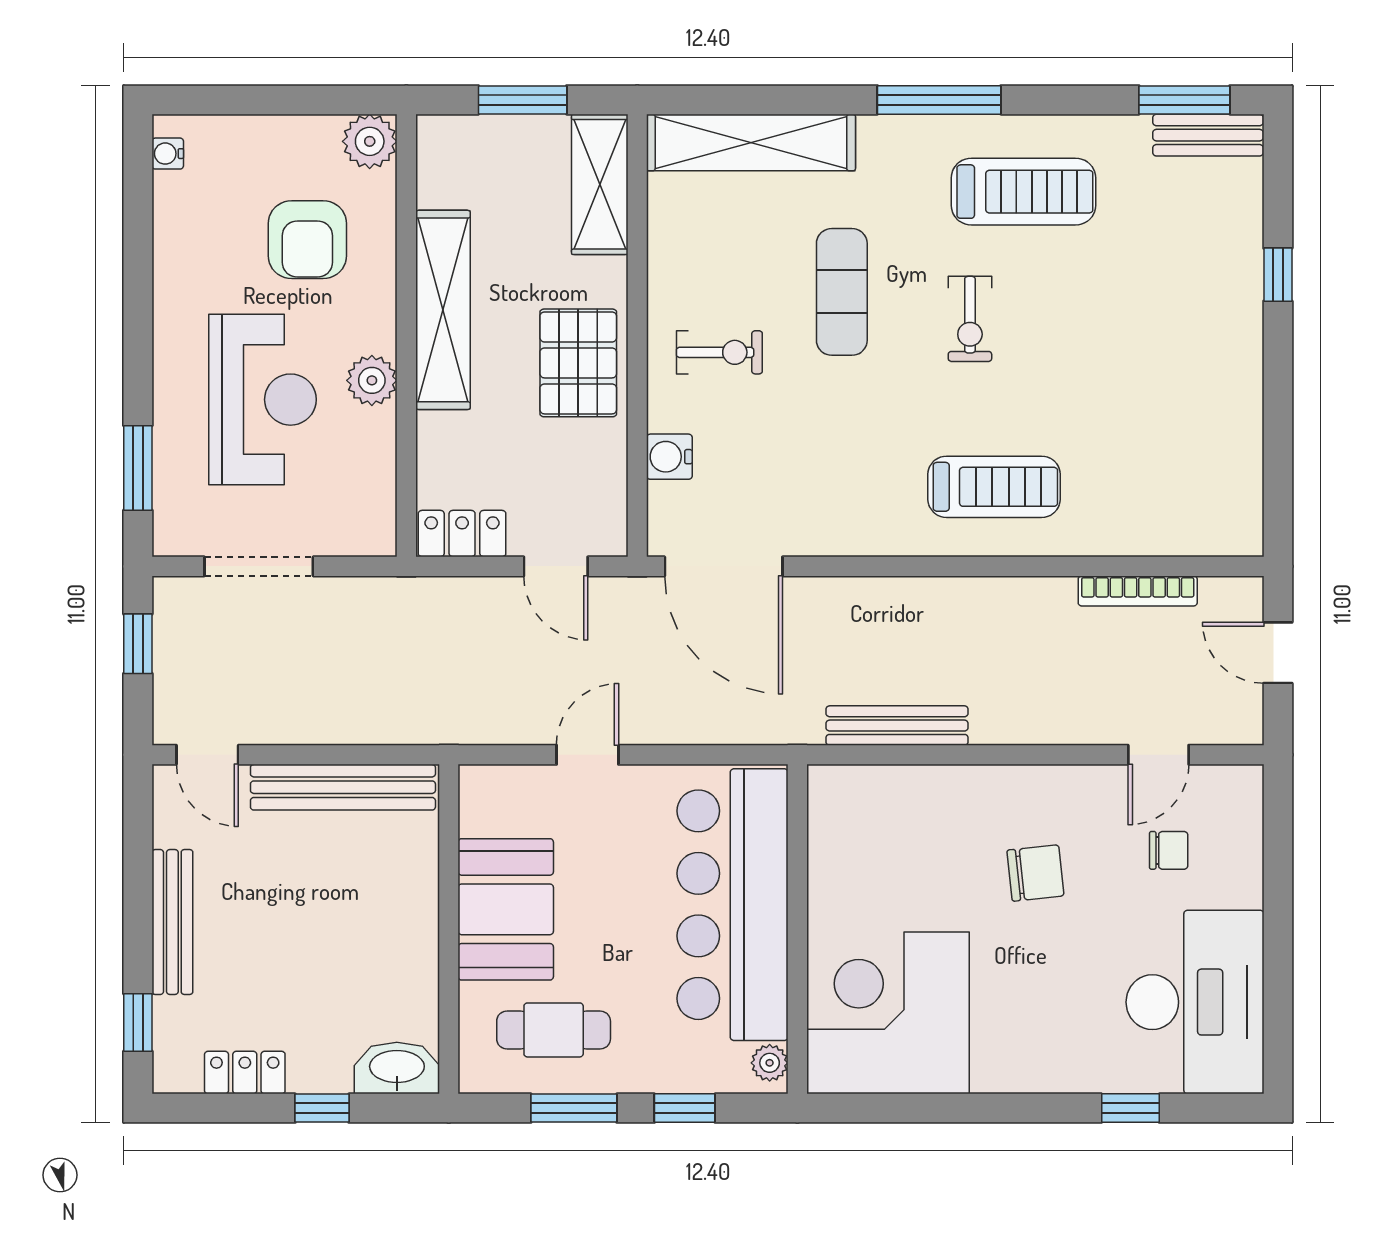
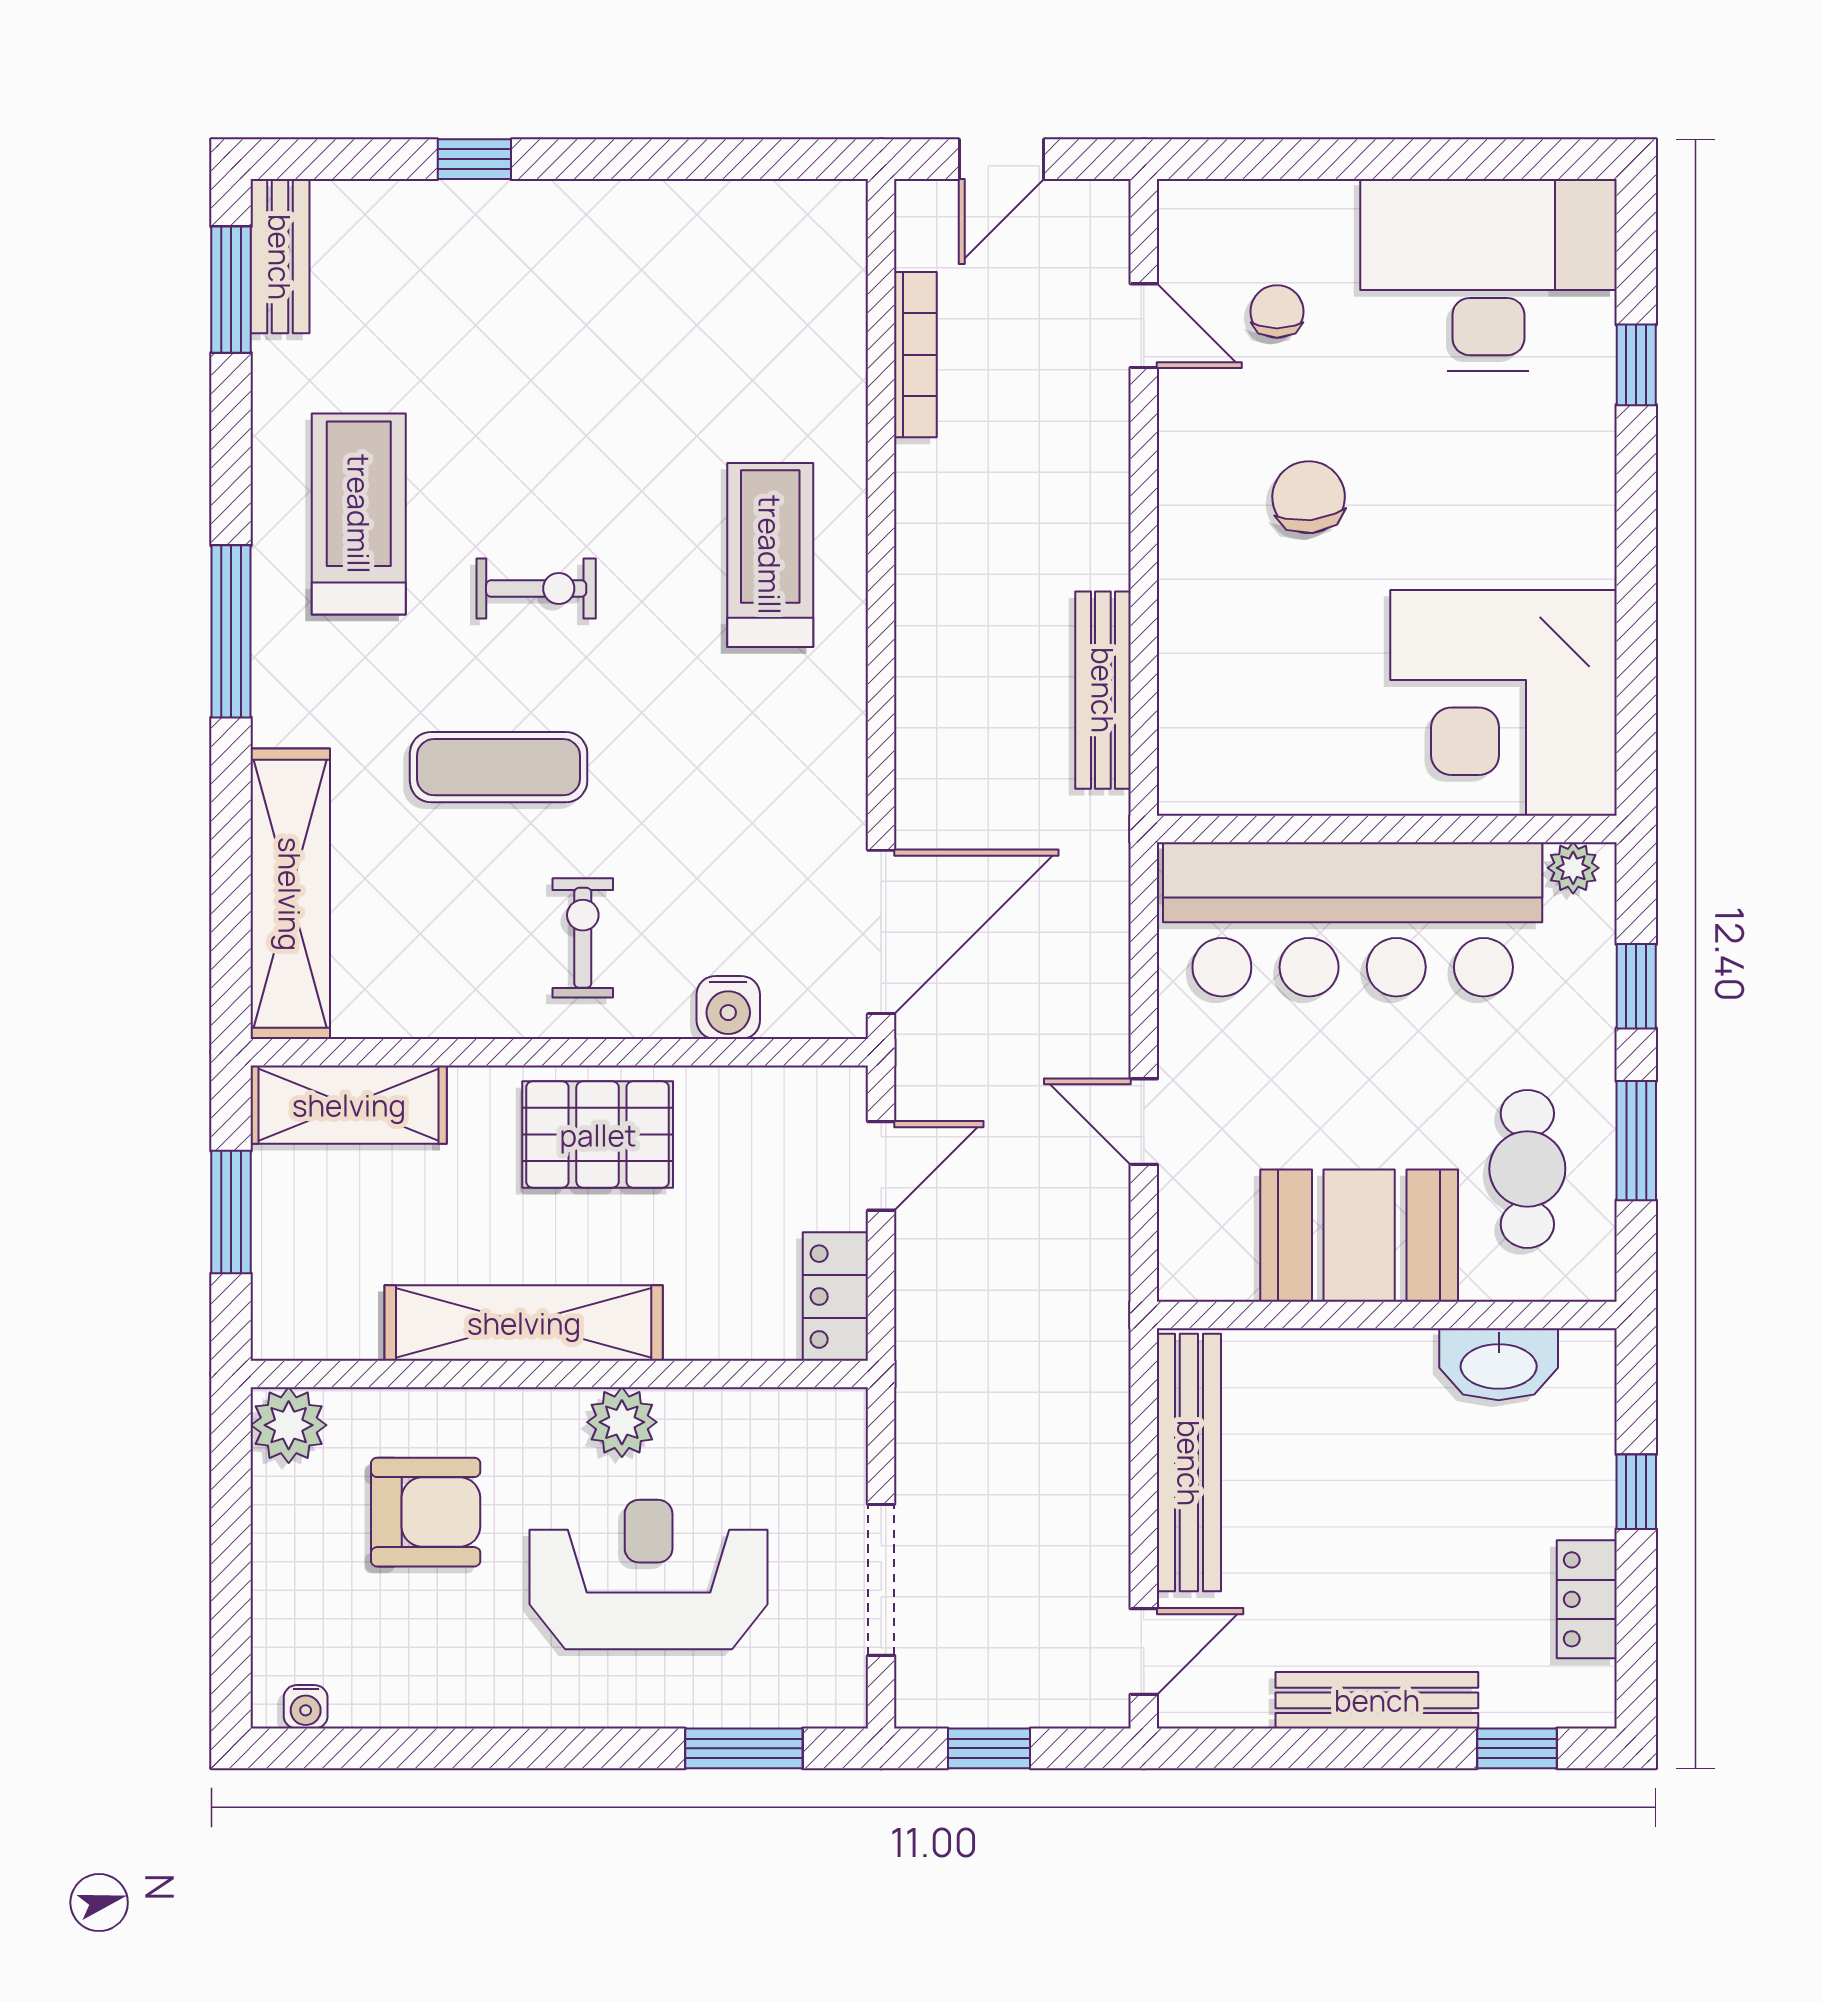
washbasin: (397, 1068) -> (1499, 1364), moved, turned -90

